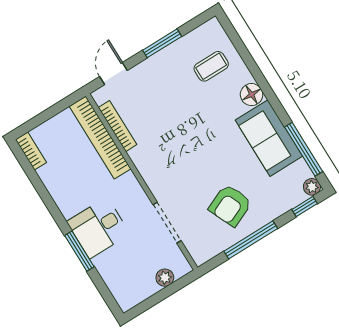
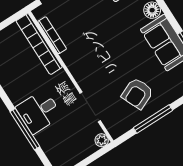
window: (79, 251) -> (25, 129), width x1.44
plant: (165, 278) -> (102, 140), moved

